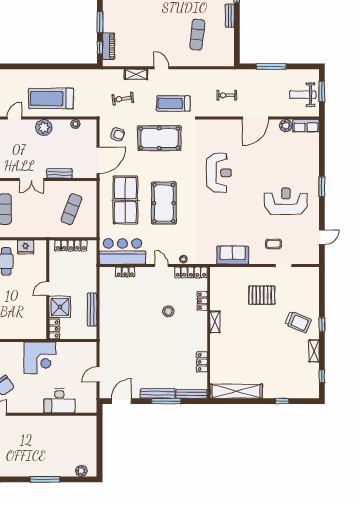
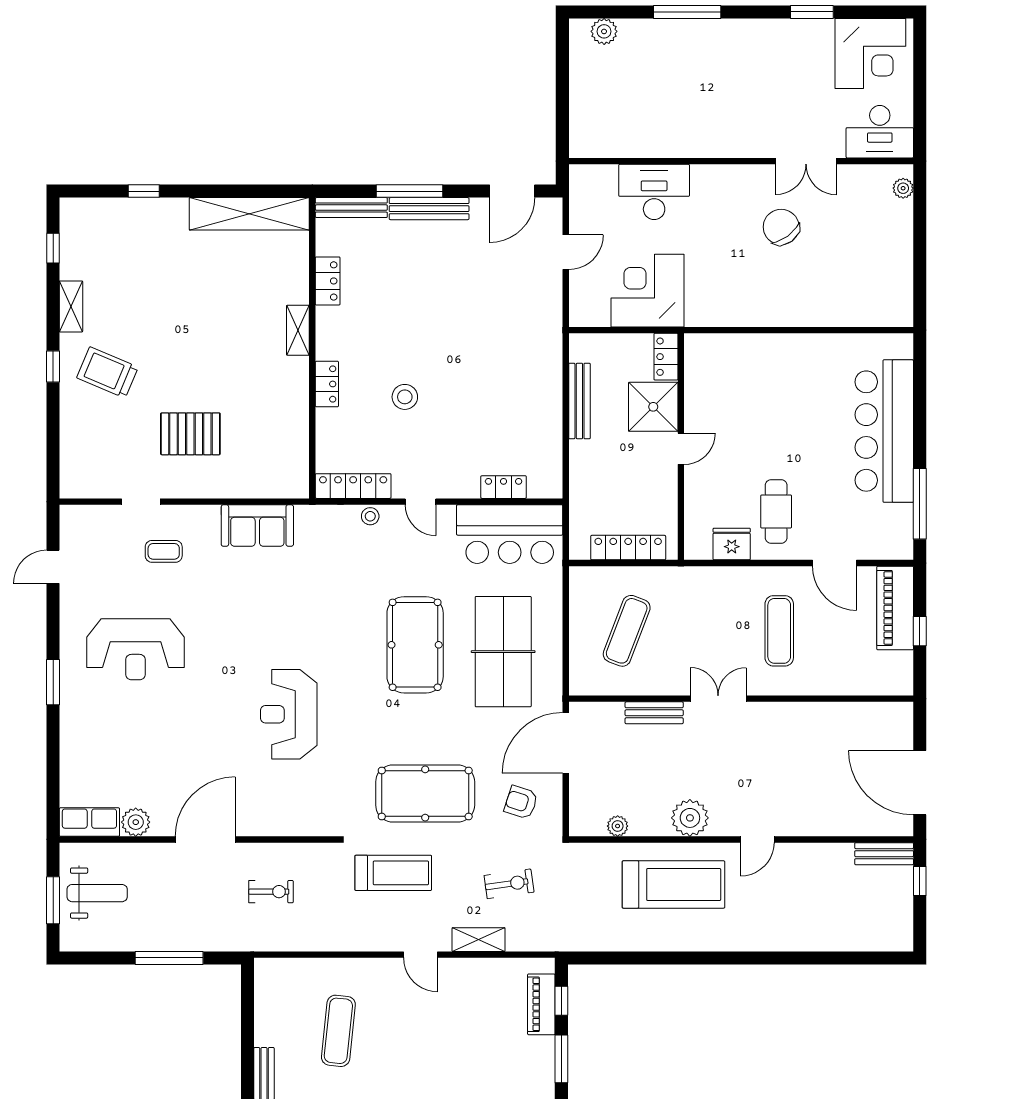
locker: (202, 301) -> (327, 384), moved
shelving: (215, 322) -> (298, 330), moved
corner desk: (40, 358) -> (647, 291), moved

